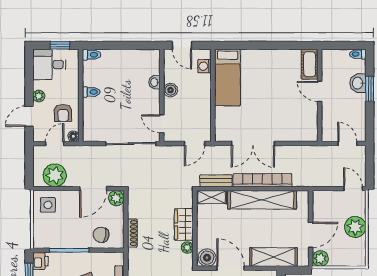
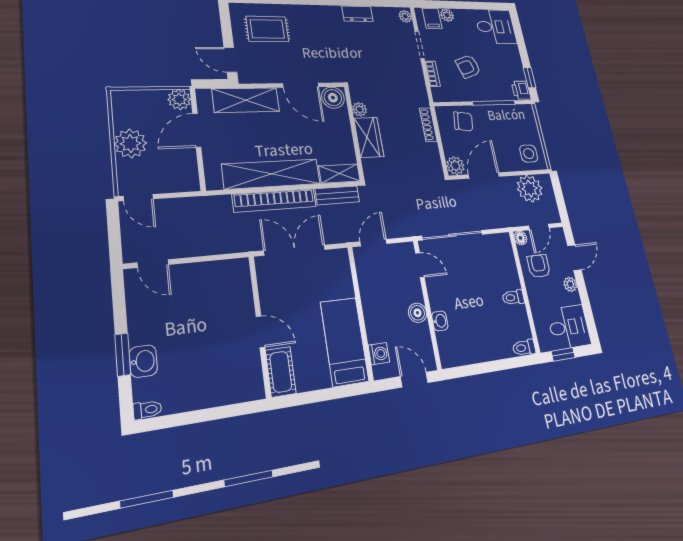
cot: (310, 64) -> (281, 372), moved
door: (320, 91) -> (260, 332), moved
wall: (320, 95) -> (260, 326), moved

